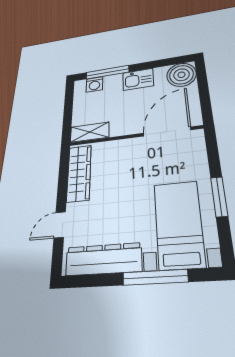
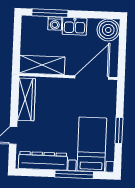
washing machine: (94, 84) -> (55, 23), moved
shelving: (90, 132) -> (42, 65), width x1.50, depth x1.33

